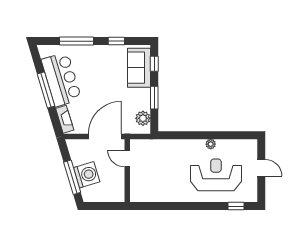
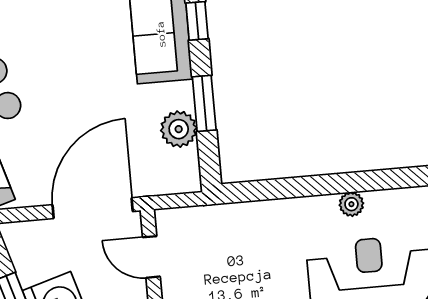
plant: (143, 118) -> (179, 129), moved

